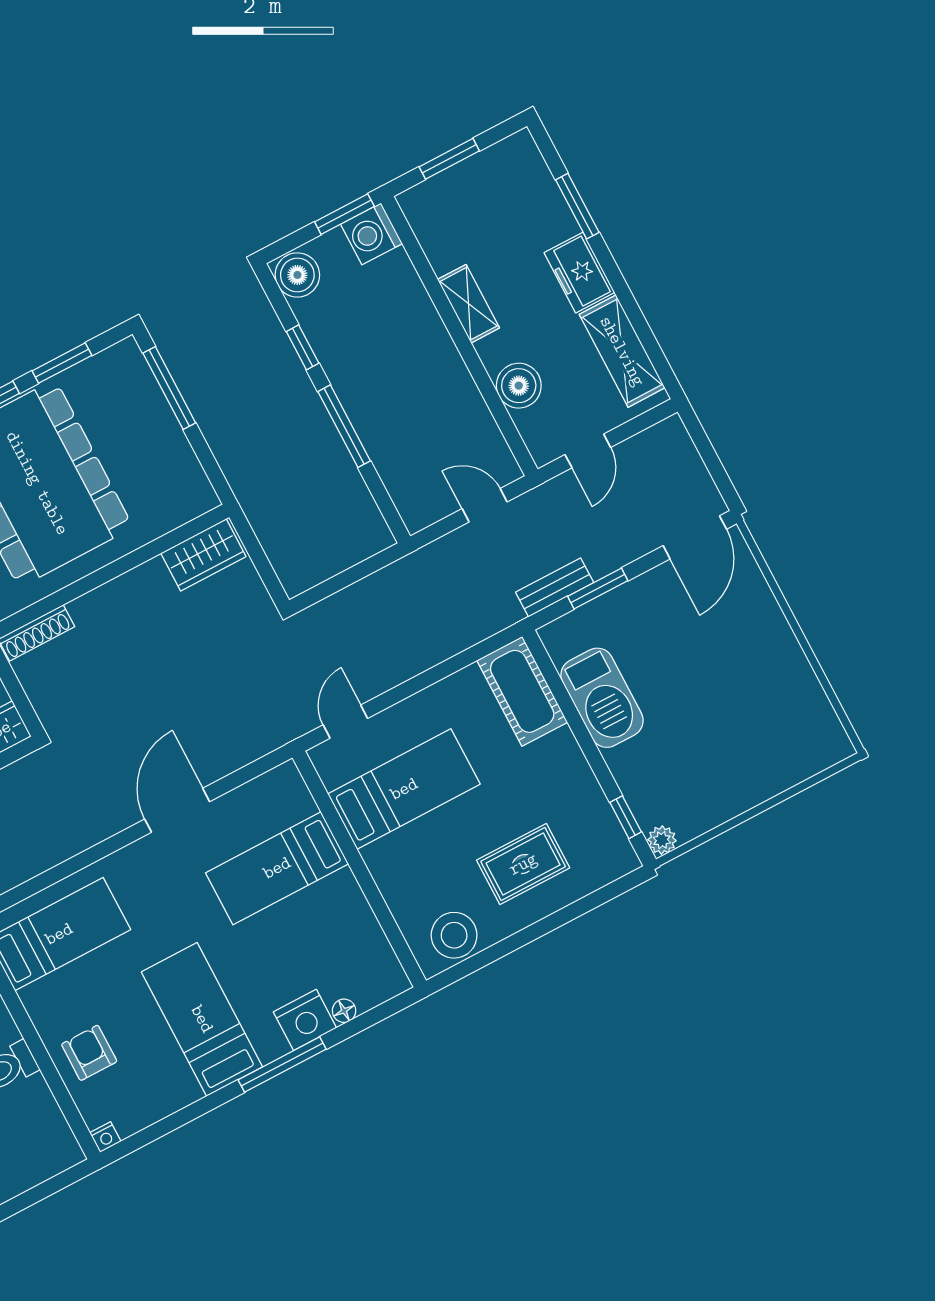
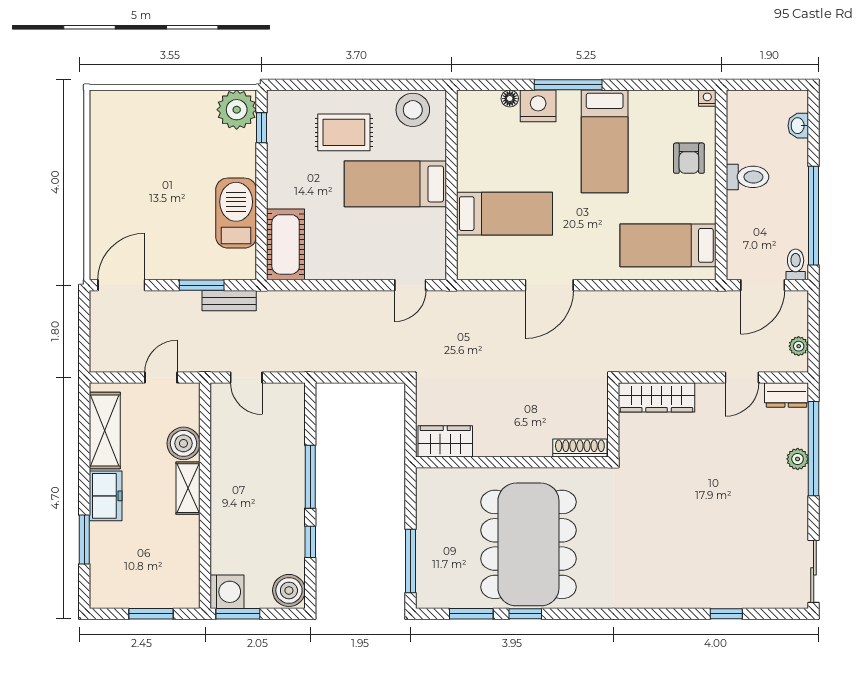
shelving: (468, 304) -> (188, 488), moved
bed: (404, 789) -> (395, 184), moved
plant: (662, 840) -> (237, 110), width x1.88, depth x1.88

